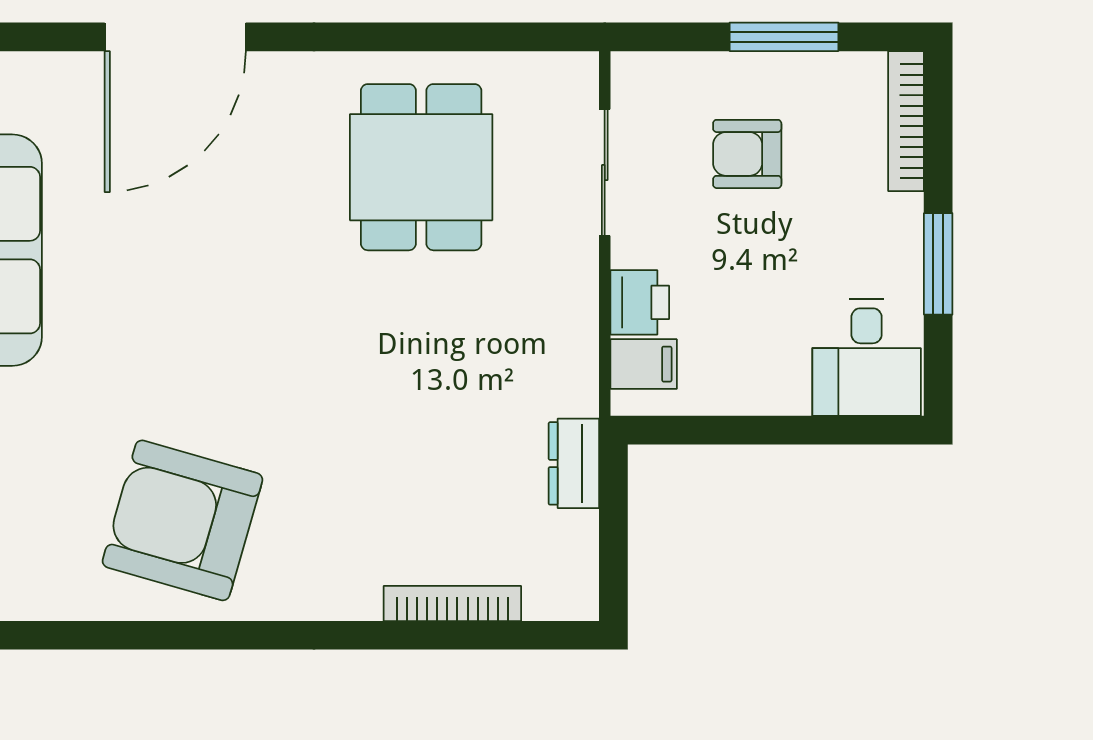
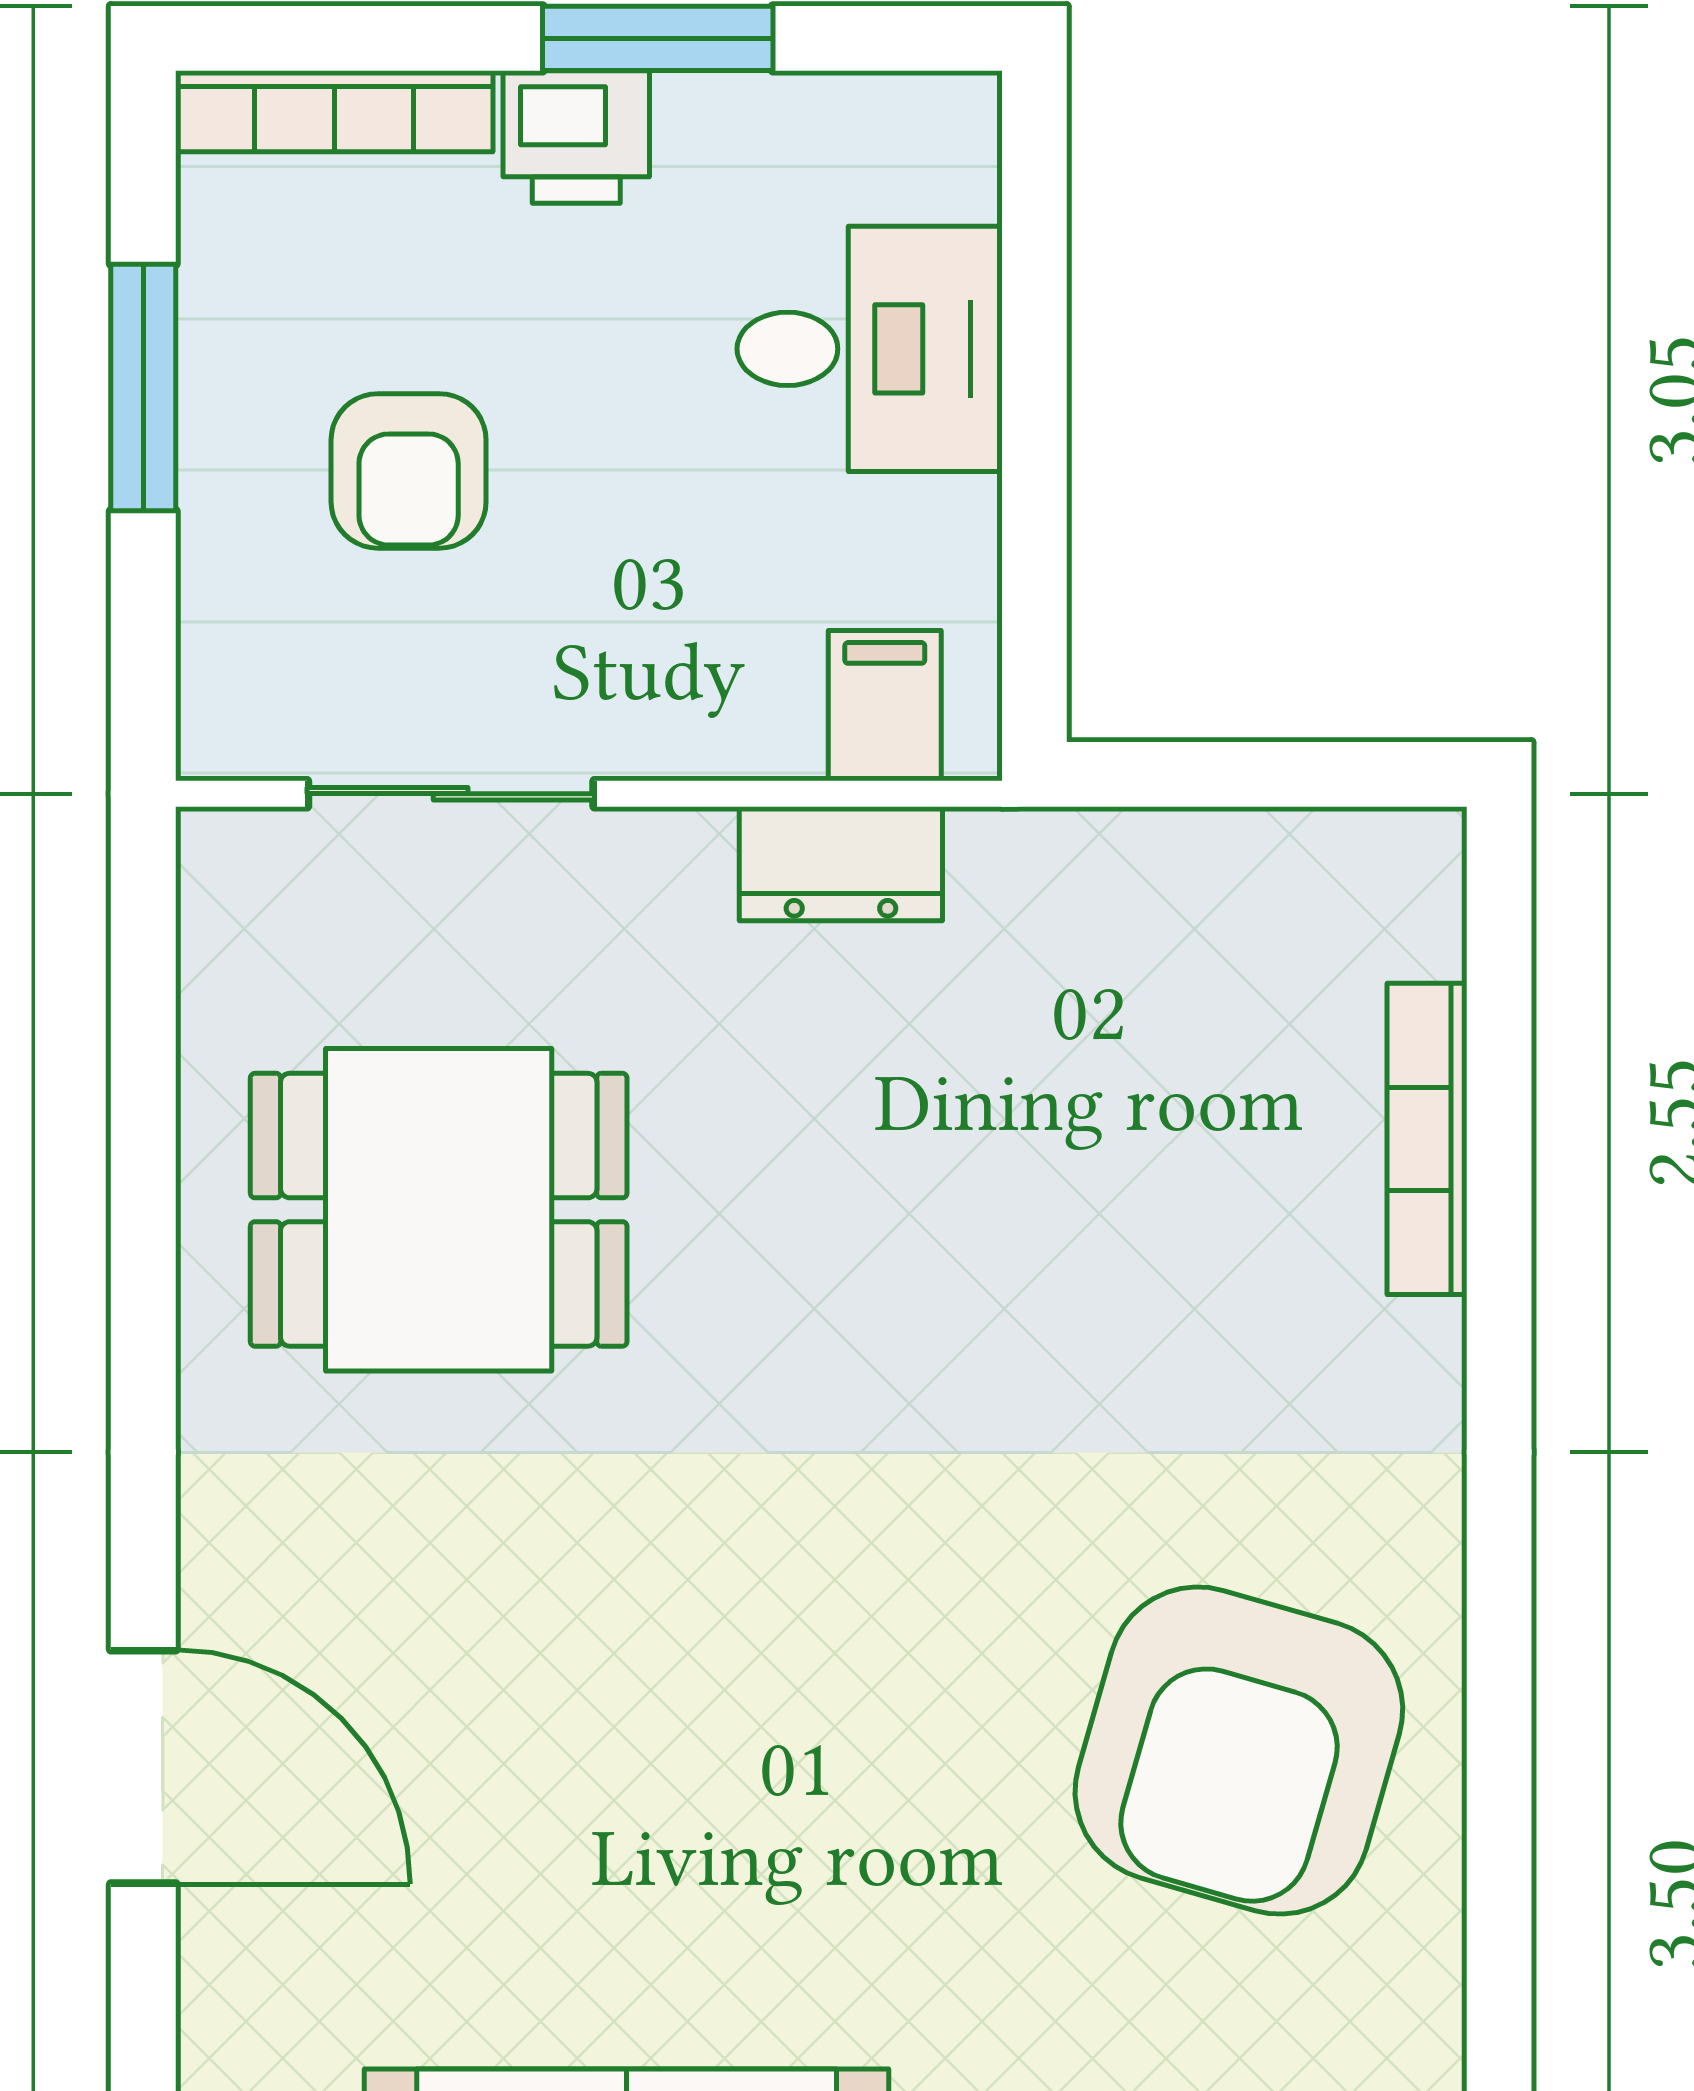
door: (175, 37) -> (143, 1767), width x0.73
printer: (640, 302) -> (576, 137), moved, turned 180
desk: (867, 357) -> (870, 349), moved
dresser: (574, 463) -> (841, 864), moved

